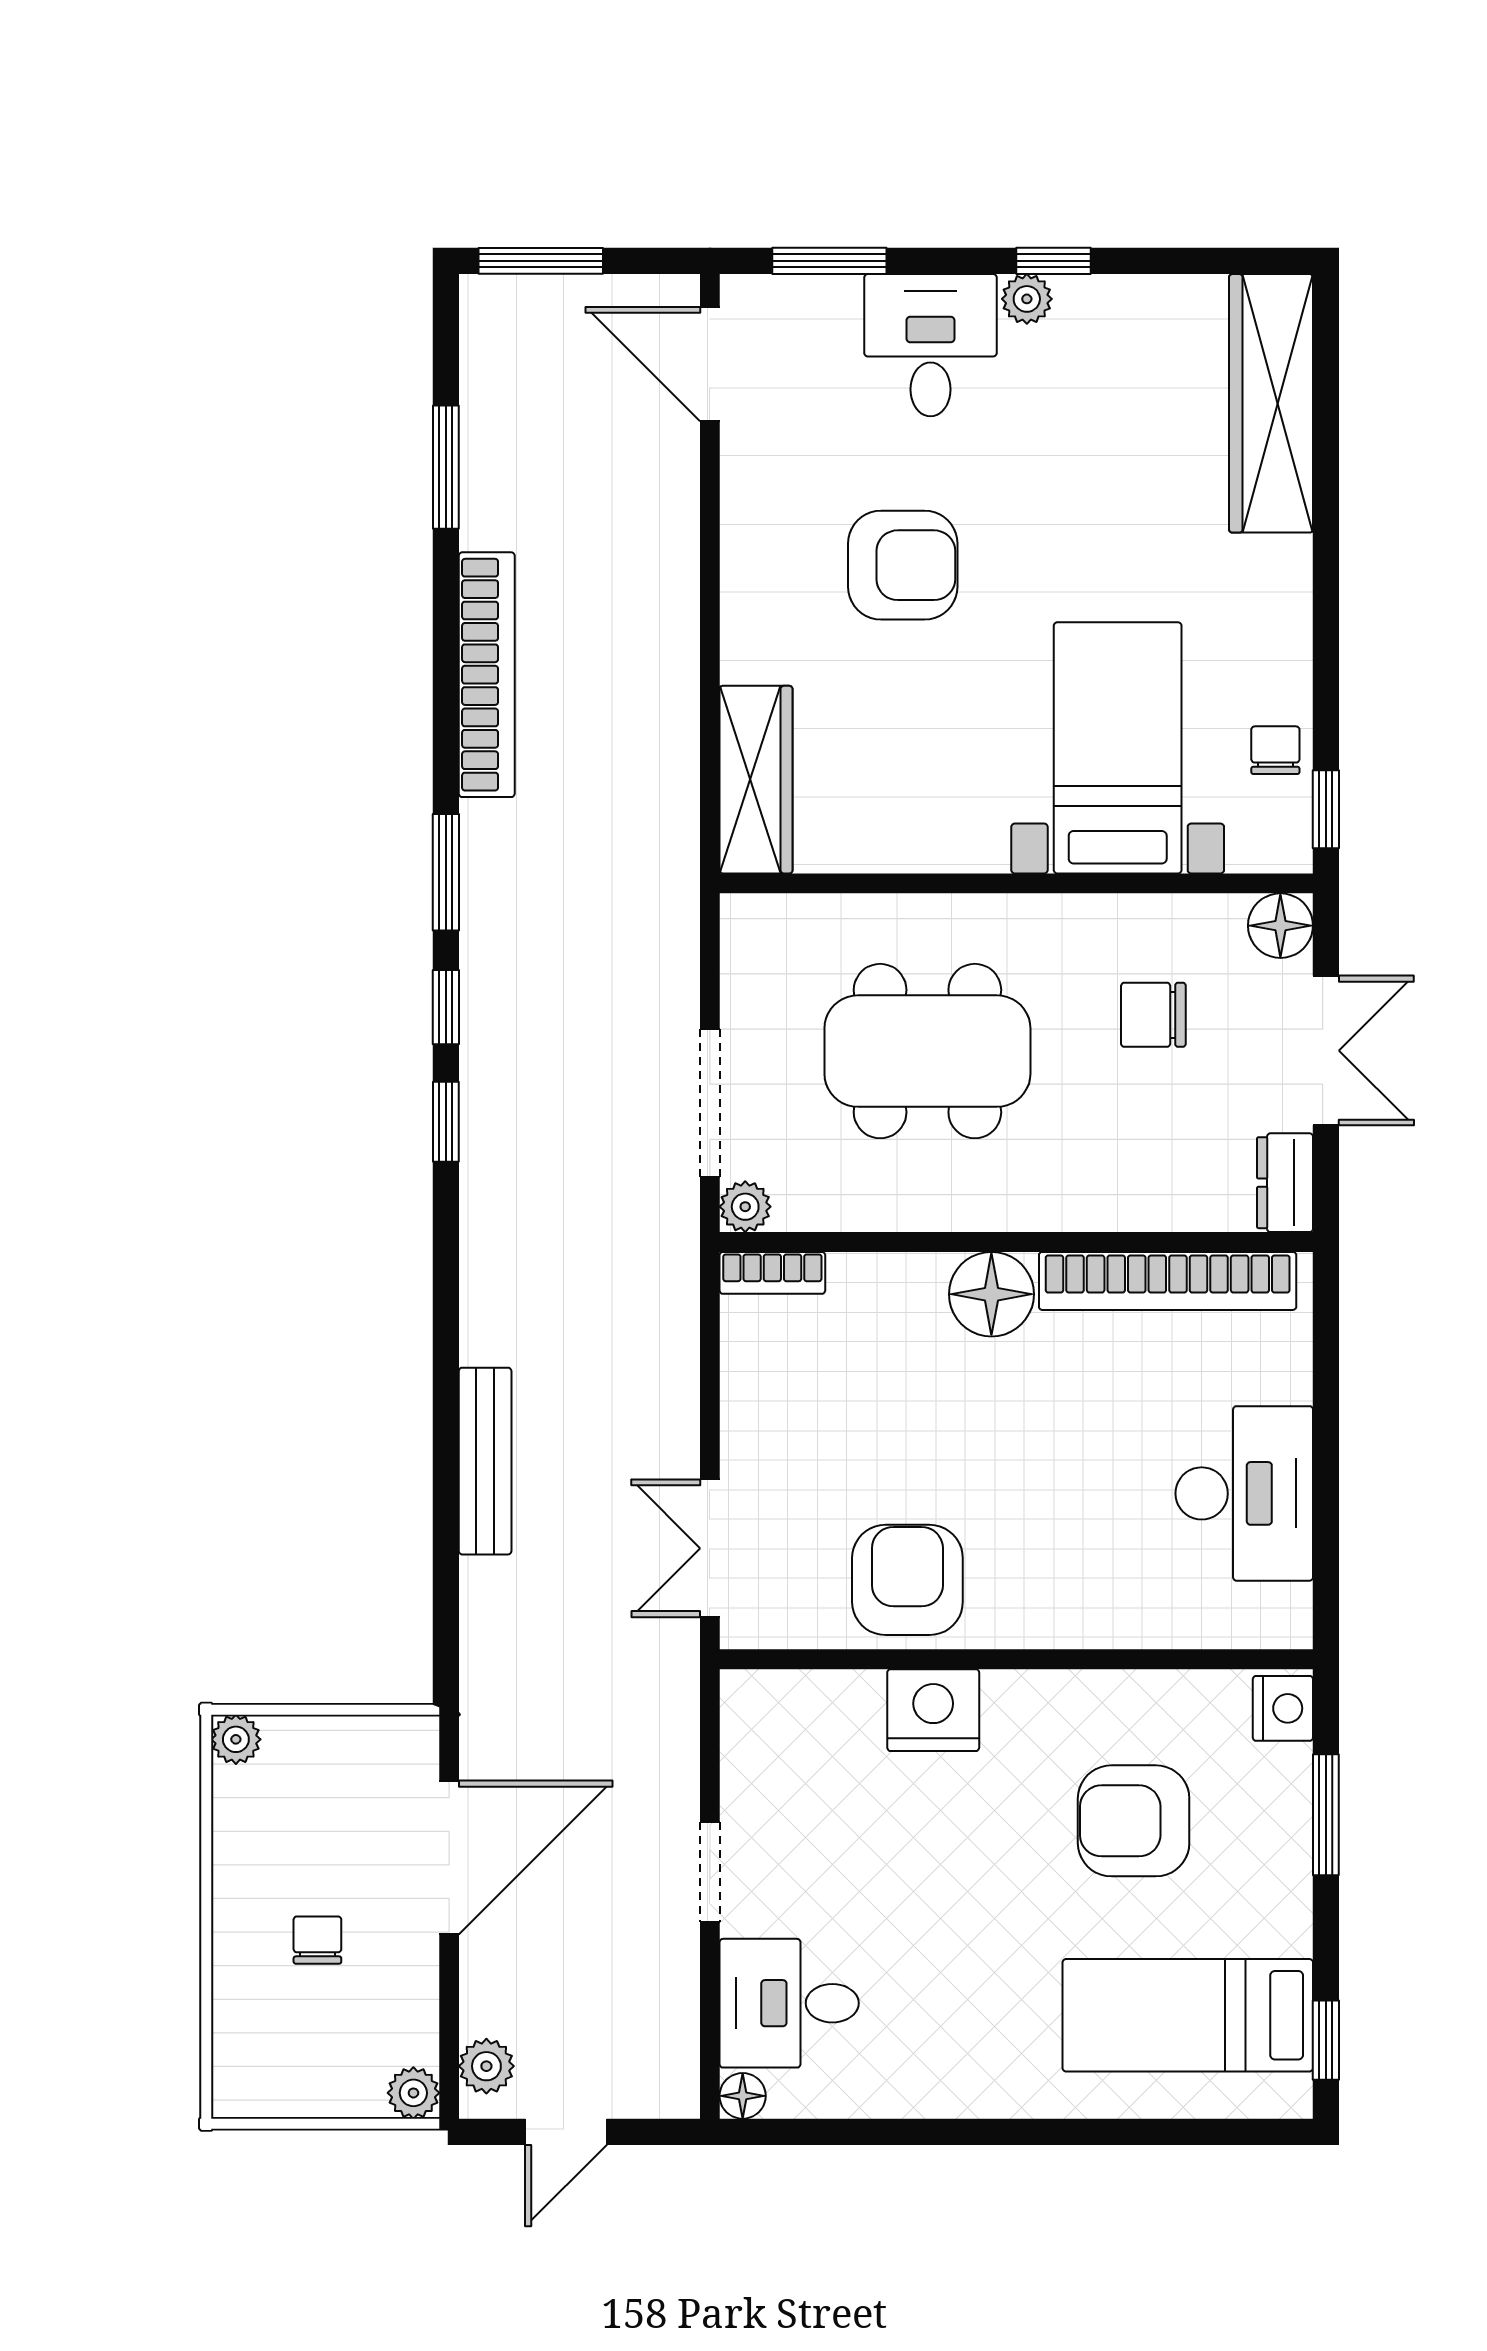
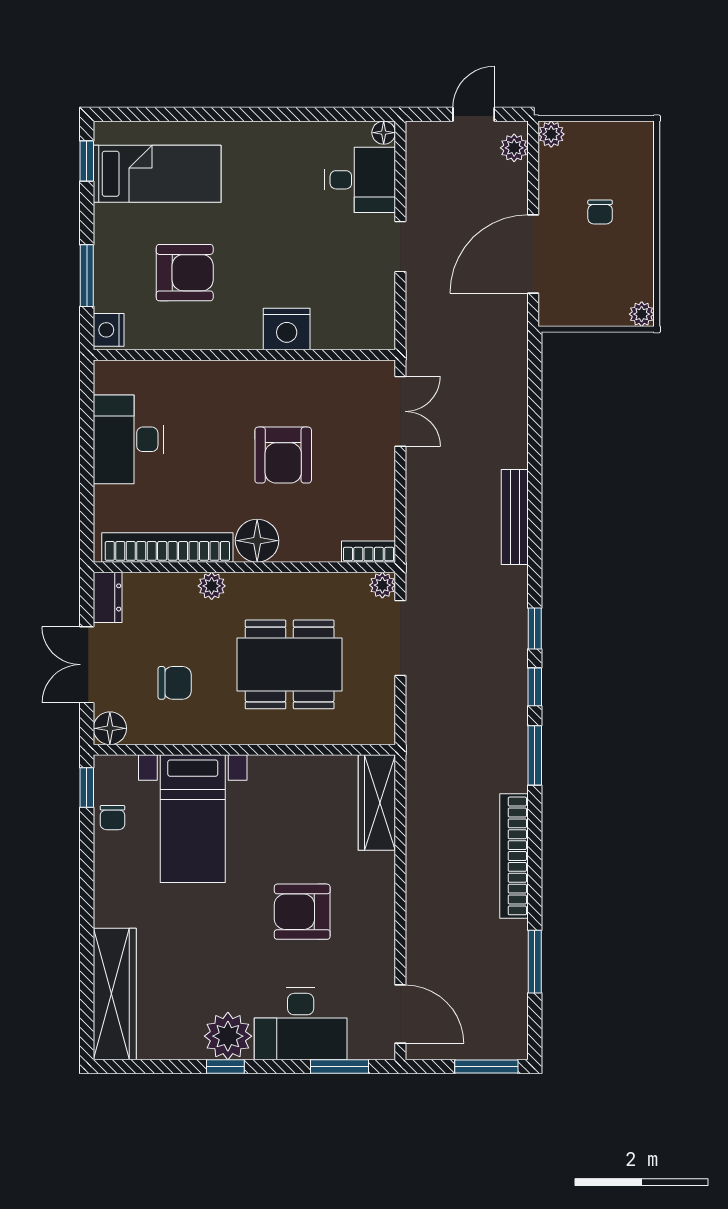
plant: (1027, 299) -> (228, 1036), width x1.88, depth x1.88
desk: (930, 345) -> (301, 1024), width x1.37
plant: (1081, 1205) -> (212, 586), added
bench: (485, 1461) -> (515, 517), moved
armchair: (907, 1580) -> (283, 455), moved

